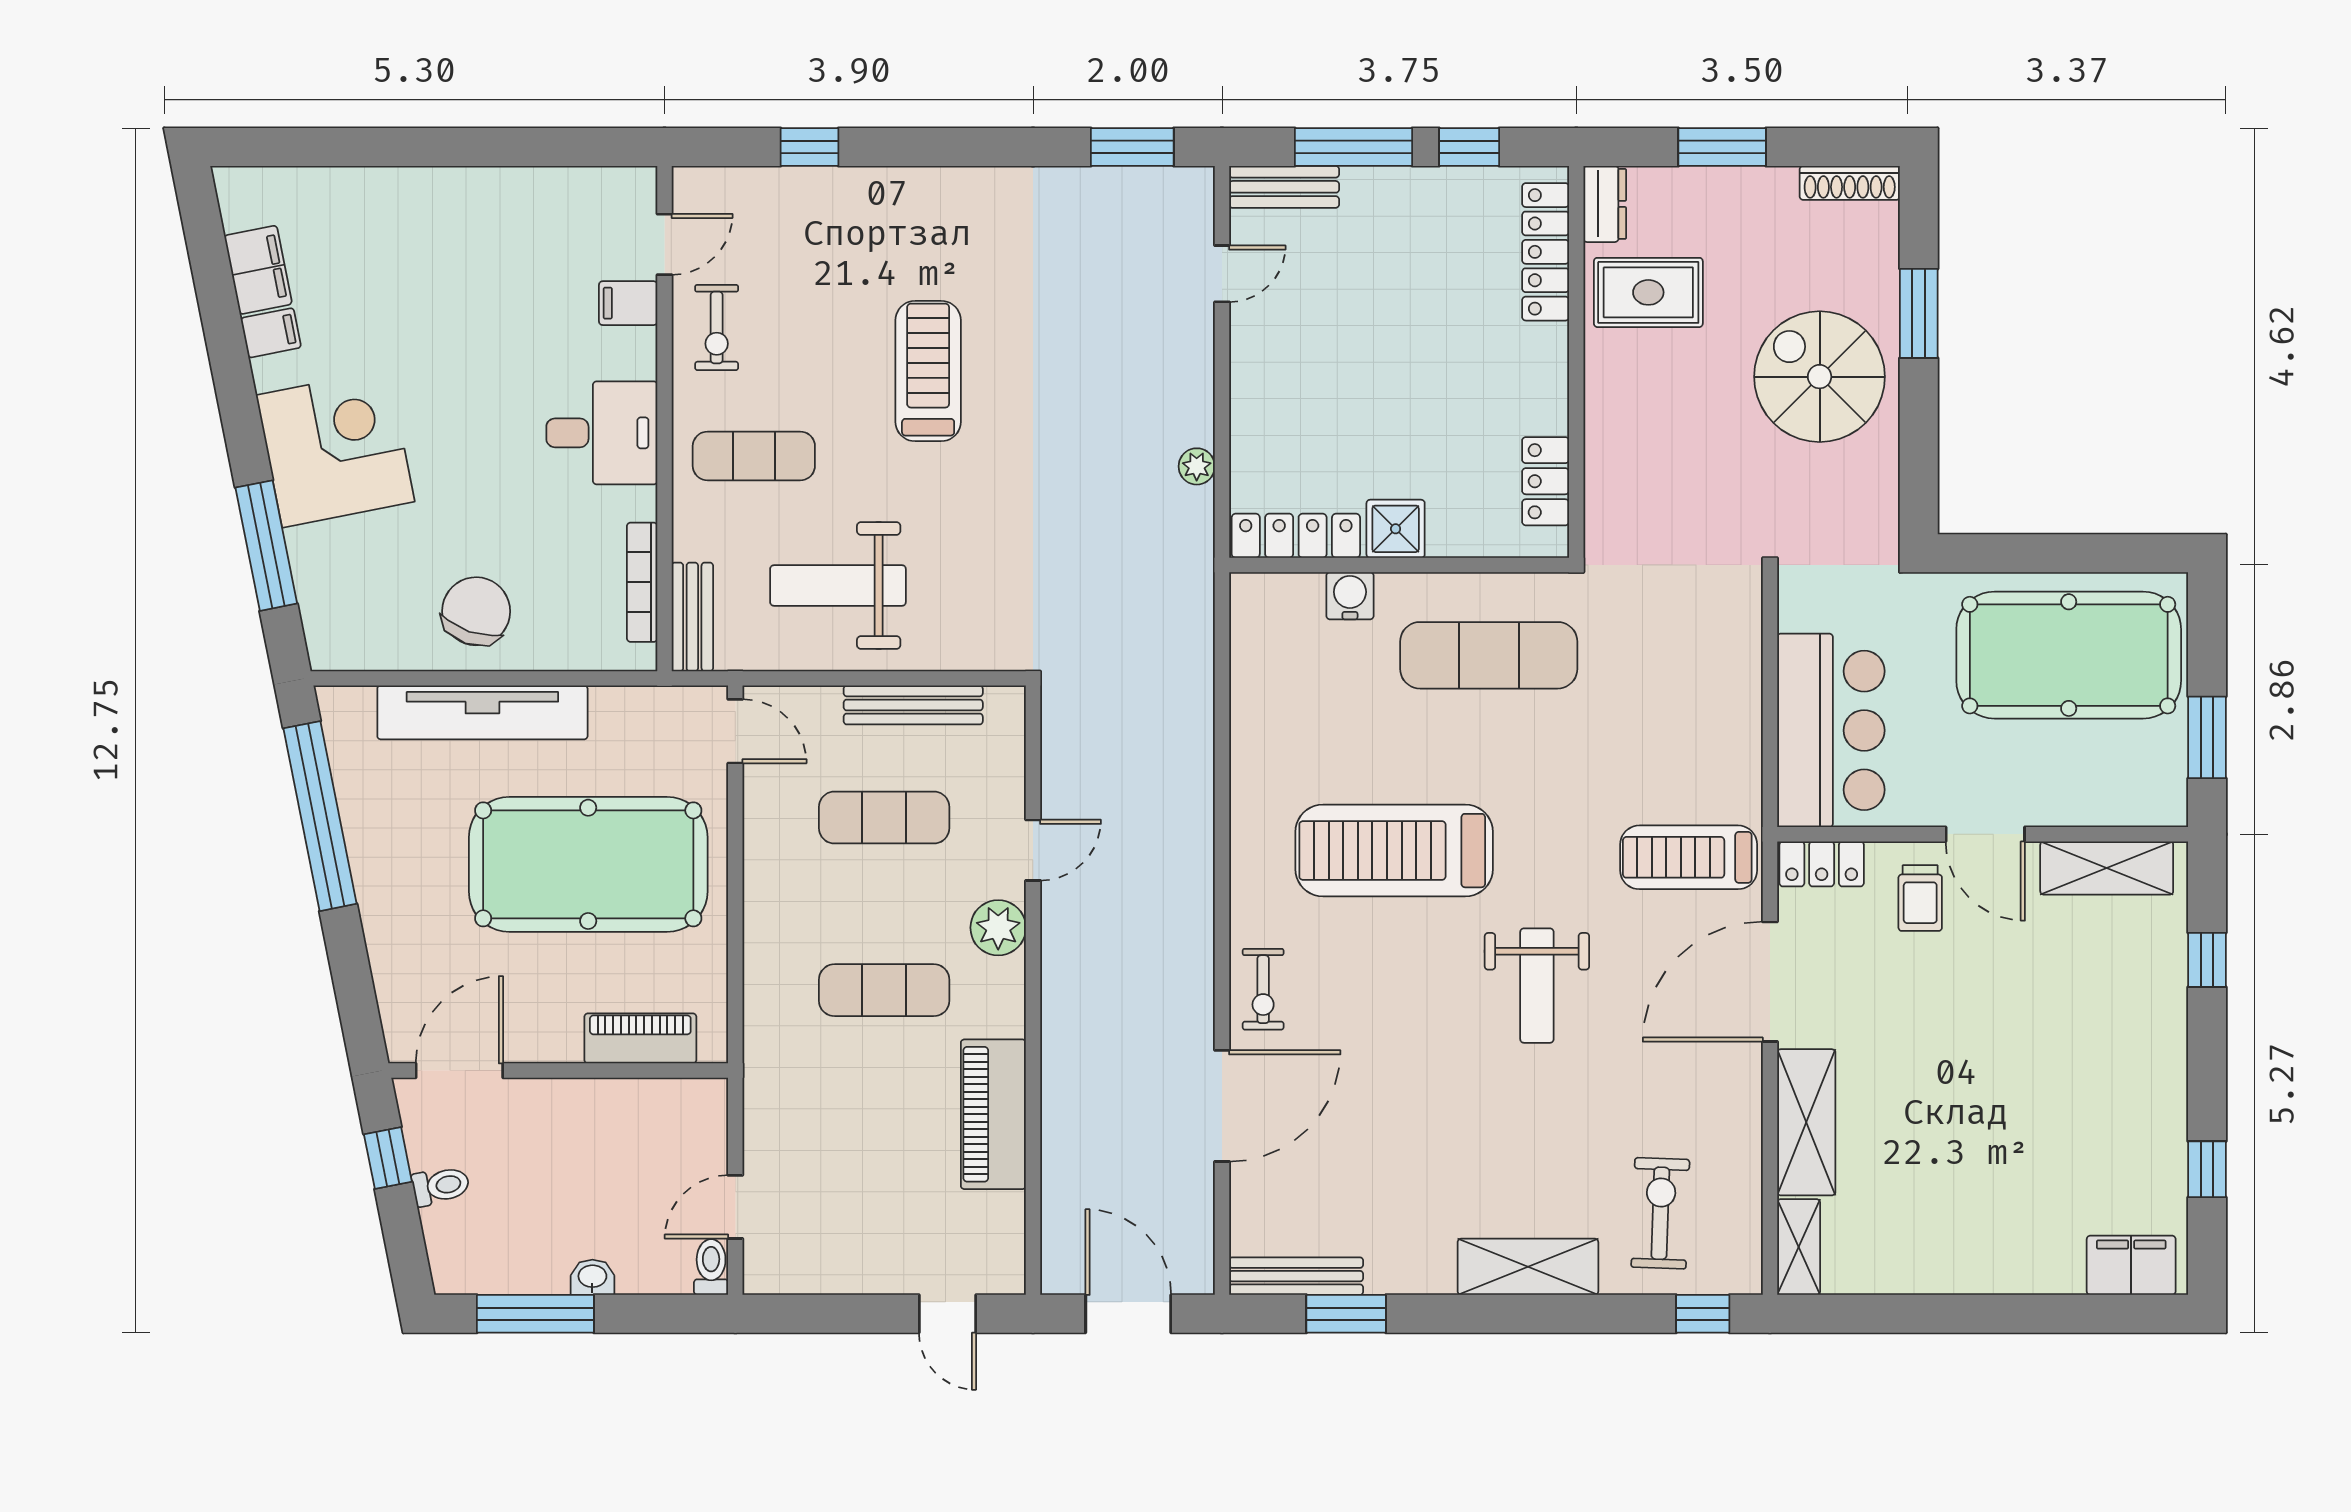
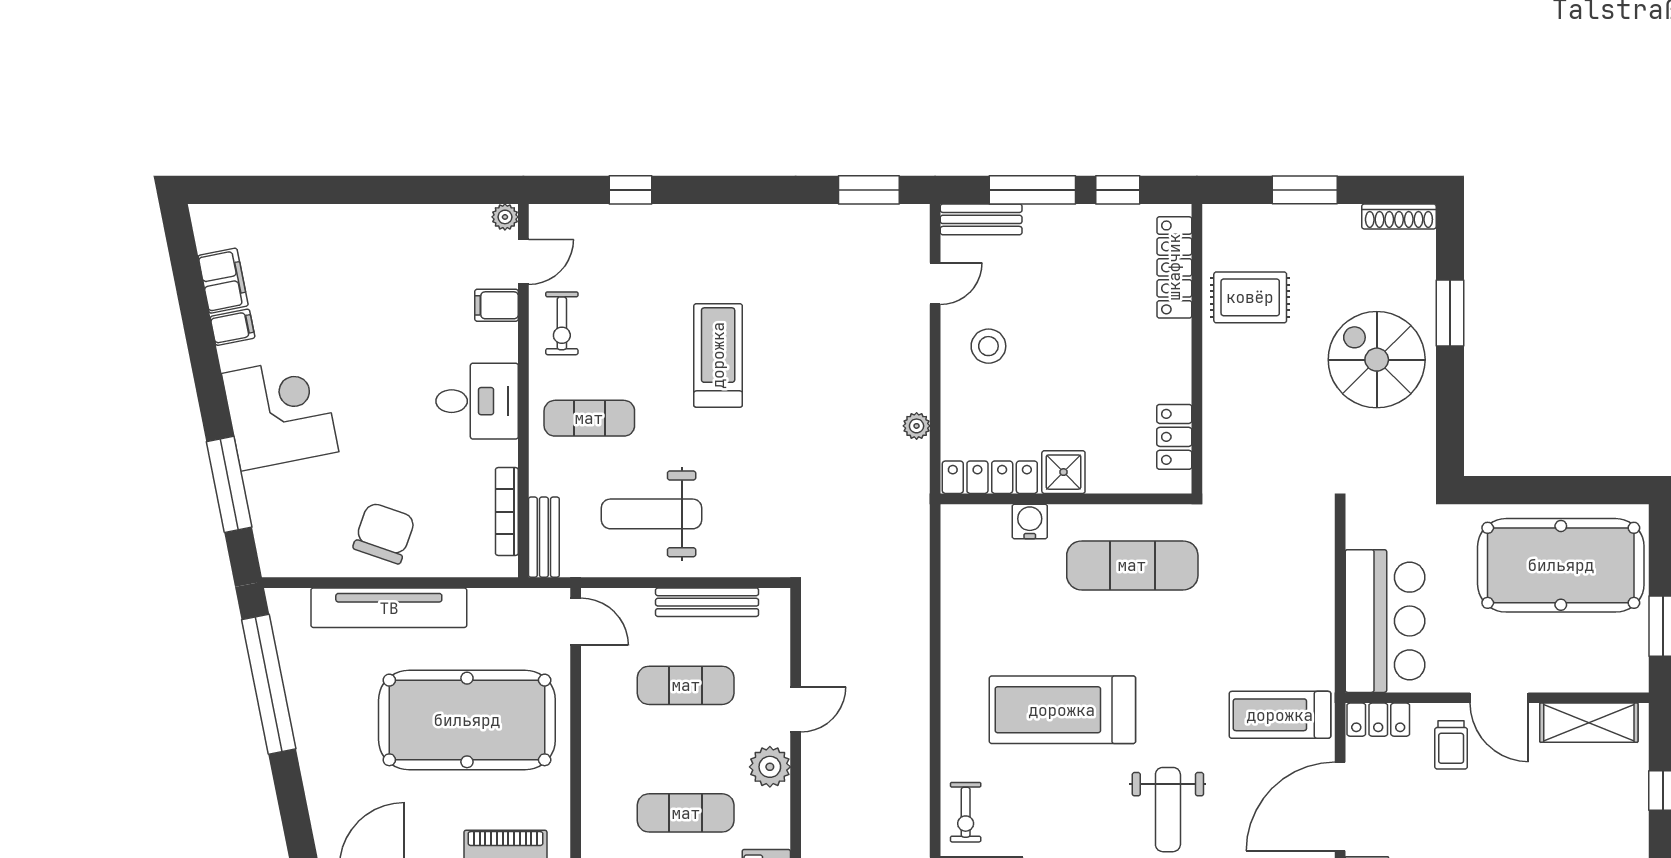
plant: (640, 184) -> (505, 217), added
dresser: (1605, 204) -> (1218, 232), removed
stool: (1294, 358) -> (988, 346), added

